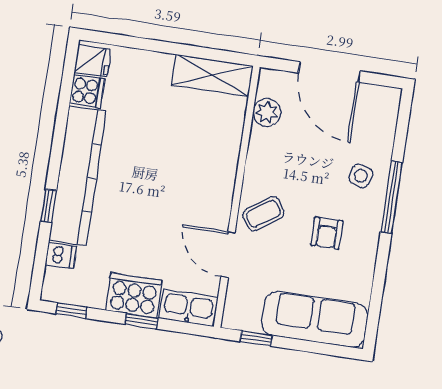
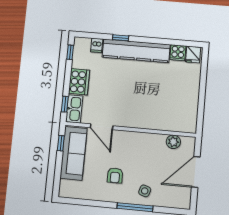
shelving: (213, 75) -> (190, 114), removed
coffee table: (263, 214) -> (123, 143), removed
armchair: (327, 233) -> (115, 175), turned -90
door: (228, 255) -> (102, 127), swing flipped
sofa: (315, 319) -> (74, 153), moved
window: (141, 321) -> (65, 104), moved

